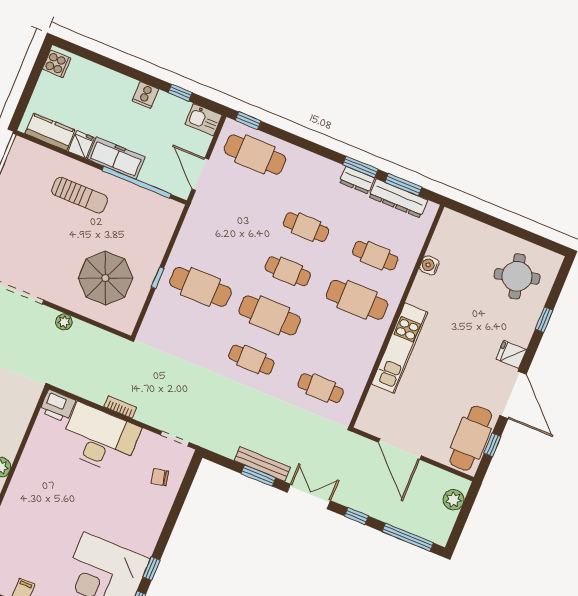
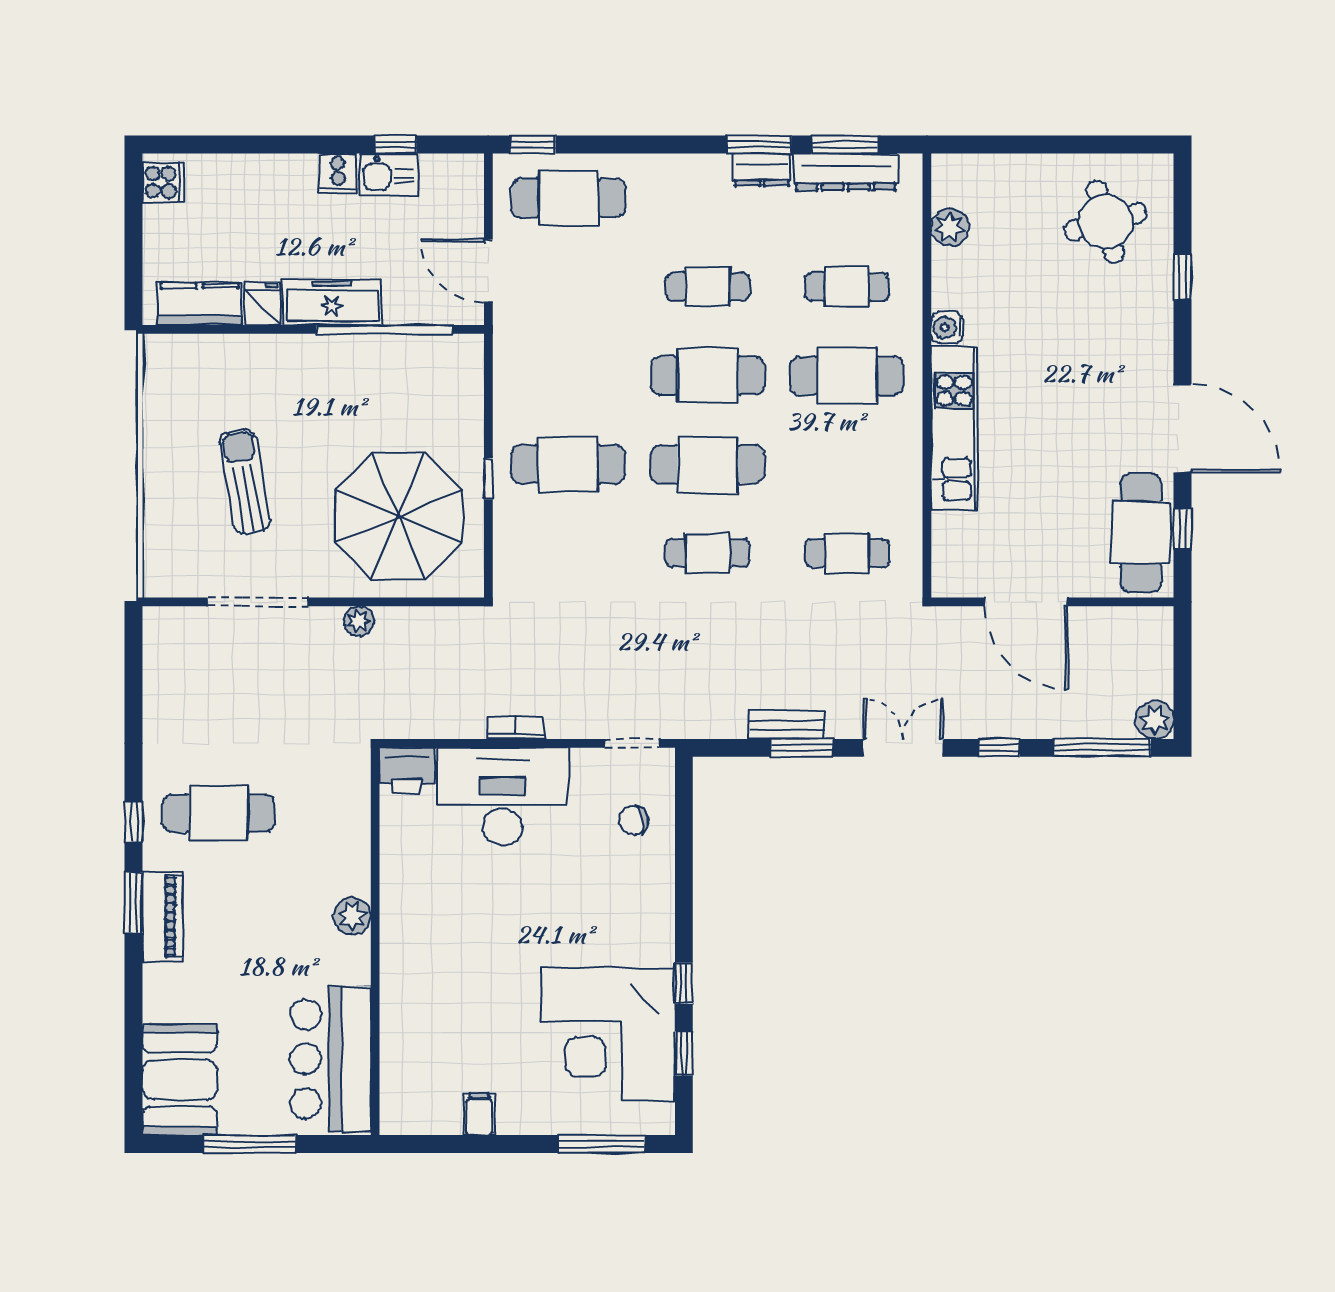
kitchen sink: (203, 120) -> (388, 174), moved
sun lounger: (80, 195) -> (245, 481), moved, turned -100
plant: (439, 247) -> (950, 227), added
water cooler: (429, 265) -> (947, 327), moved
cafe table: (288, 271) -> (708, 375), width x1.37, depth x1.35
parasol: (105, 278) -> (399, 516), width x1.36, depth x1.36
fridge: (511, 354) -> (1151, 360), removed
bench: (262, 464) -> (787, 725), width x0.73
plant: (454, 500) -> (1155, 720), moved

